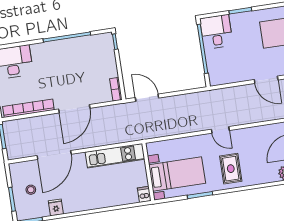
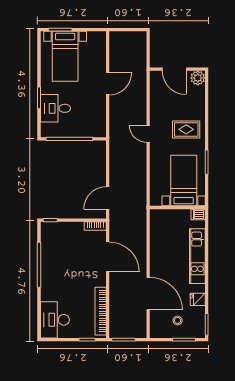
desk: (216, 32) -> (55, 108), moved
door: (74, 109) -> (108, 257), moved
door: (220, 130) -> (148, 134), swing flipped
kitchen unit: (115, 156) -> (197, 256), moved, turned 180

